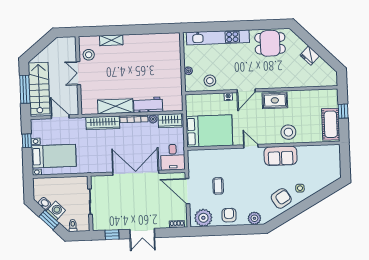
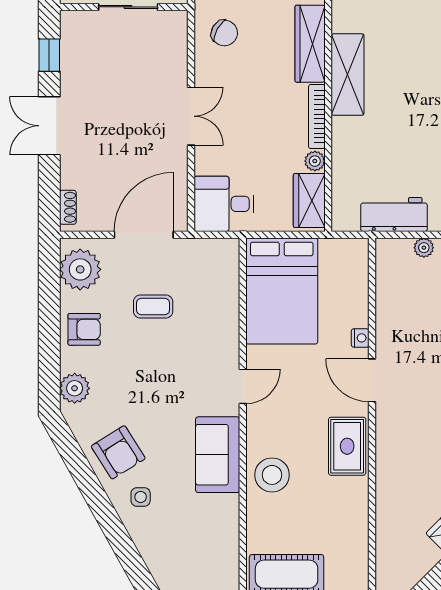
stool: (210, 81) -> (399, 297), removed
workbench: (148, 105) -> (394, 214), moved, turned -90
chair: (100, 160) -> (224, 33), added
double door: (136, 173) -> (191, 116), width x0.54

